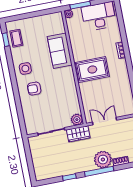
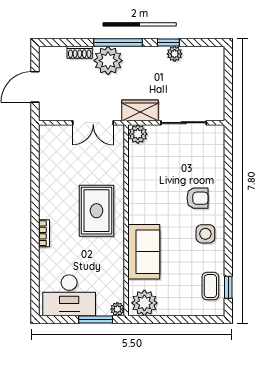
plant: (53, 21) -> (144, 303), added
rug: (92, 70) -> (96, 211), turned 90
plant: (64, 171) -> (175, 54), added

